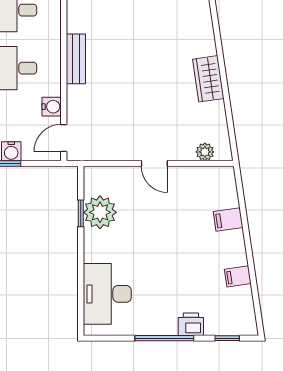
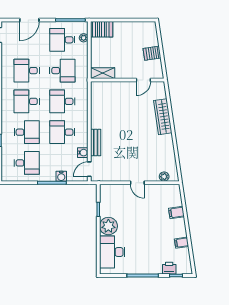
bench: (76, 59) -> (96, 143), moved
wardrobe: (208, 79) -> (163, 117), moved, width x1.50
plant: (100, 212) -> (108, 226), moved
printer: (191, 324) -> (169, 268), moved

